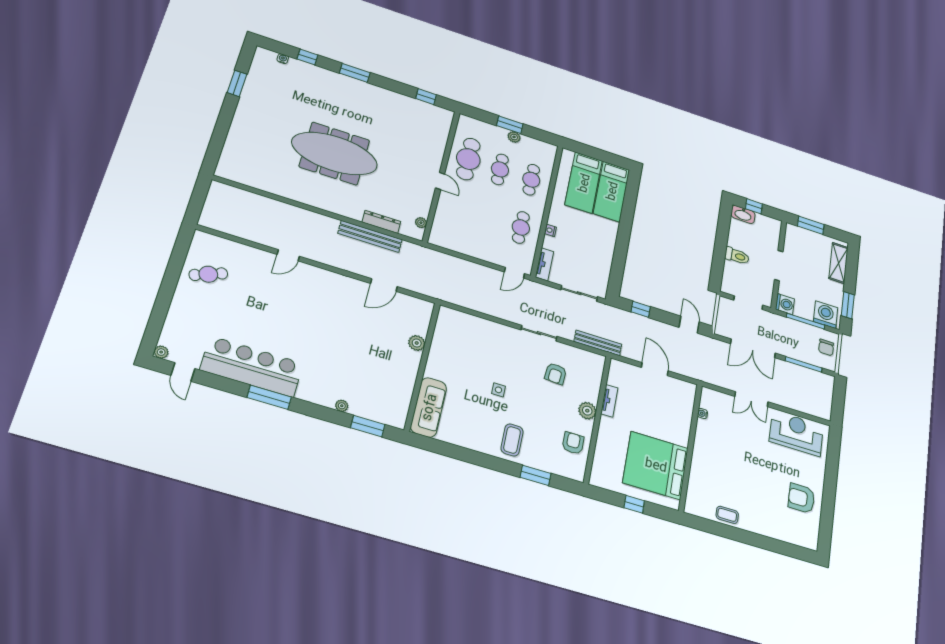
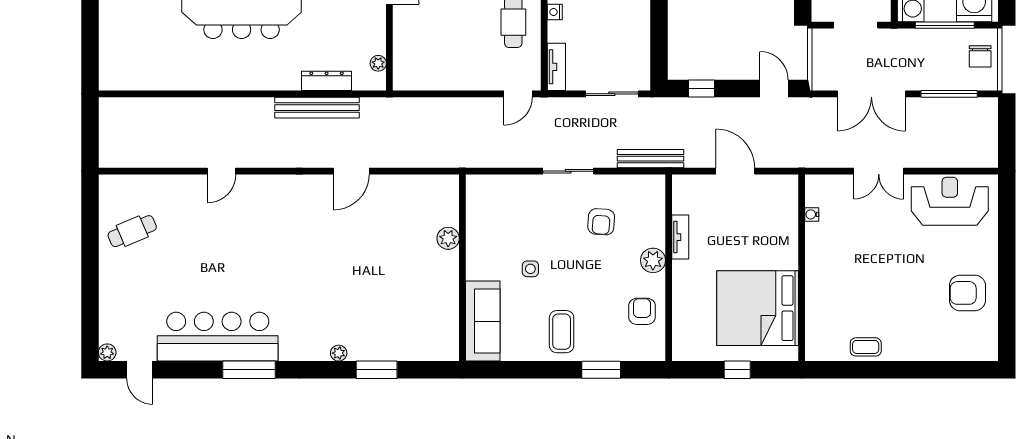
plant: (417, 343) -> (448, 238), moved
wall: (422, 366) -> (462, 268), moved
sofa: (429, 407) -> (483, 321), moved

